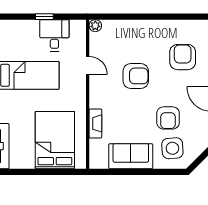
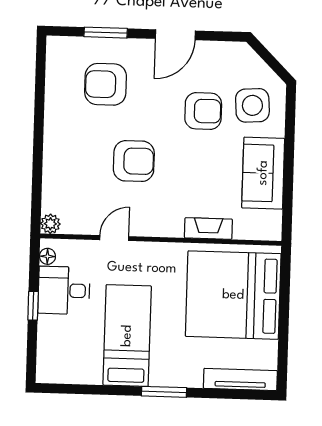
floor lamp: (75, 24) -> (47, 256), added
armchair: (136, 76) -> (134, 161), turned 90
bed: (55, 140) -> (233, 295), width x1.36

